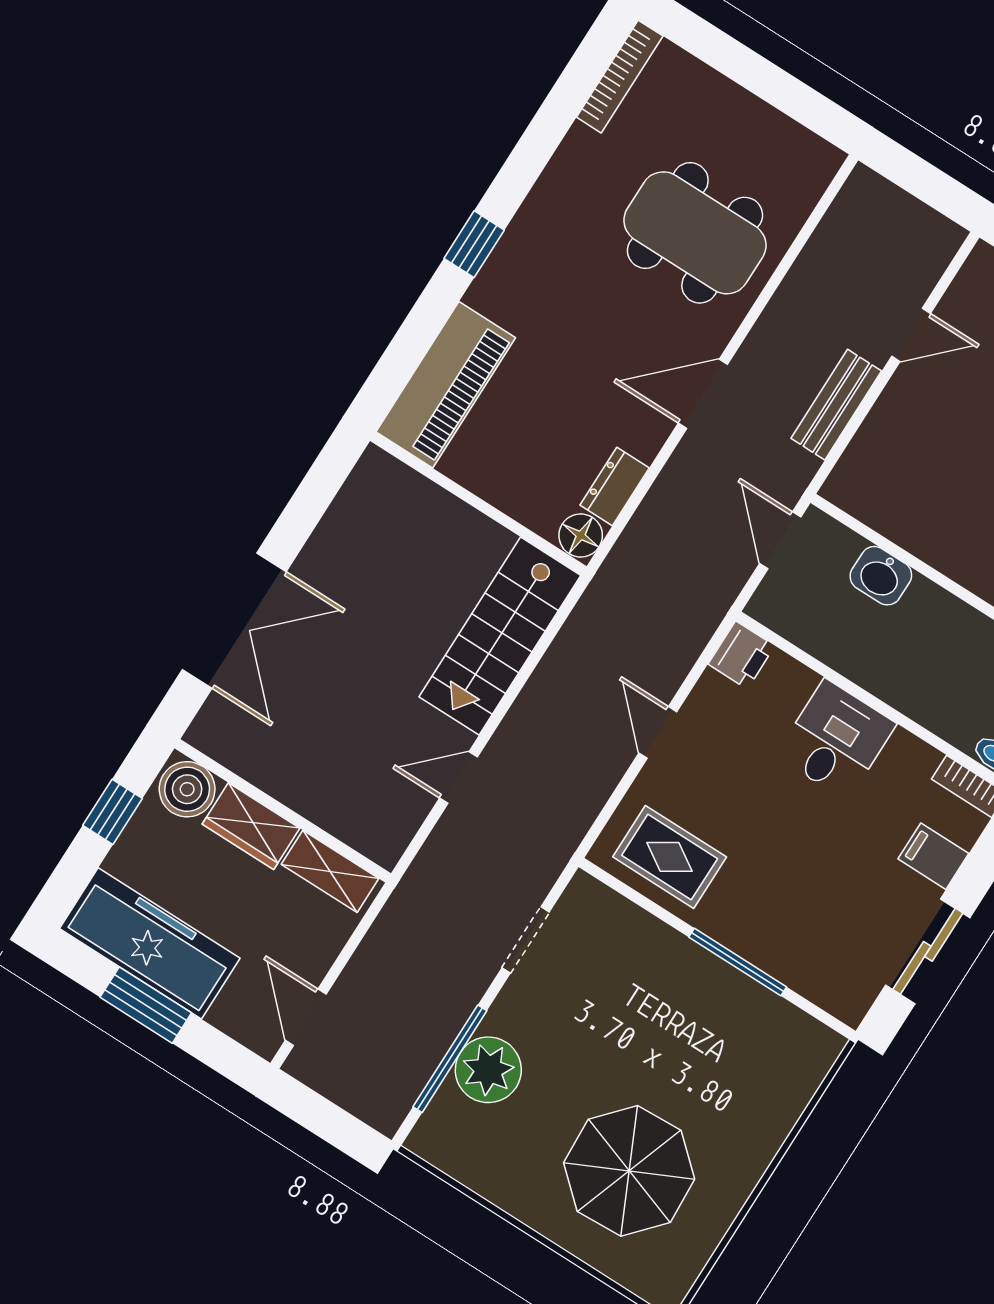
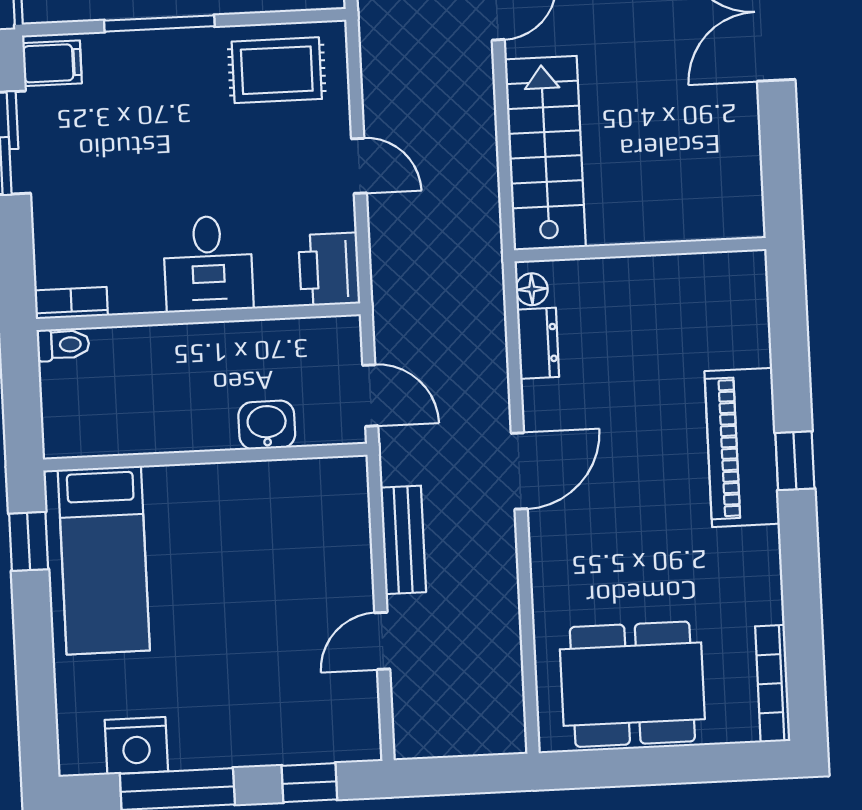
dining table: (695, 233) -> (632, 684), moved
piano: (446, 385) -> (742, 447), moved
floor lamp: (581, 535) -> (532, 289), width x0.73, depth x0.73
printer: (741, 655) -> (329, 269), width x1.36, depth x1.24
filing cabinet: (933, 856) -> (52, 63), moved

